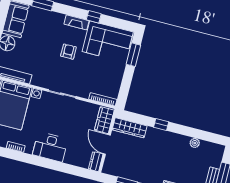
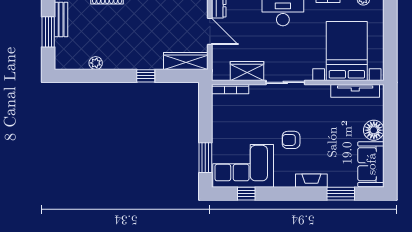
window: (94, 17) -> (246, 194), moved
fireplace: (76, 22) -> (311, 181), moved
armchair: (68, 52) -> (291, 140), turned 90
wardrobe: (104, 120) -> (247, 71), moved, turned -90

